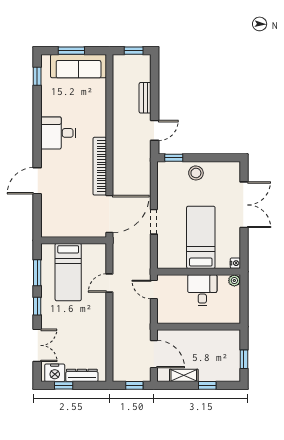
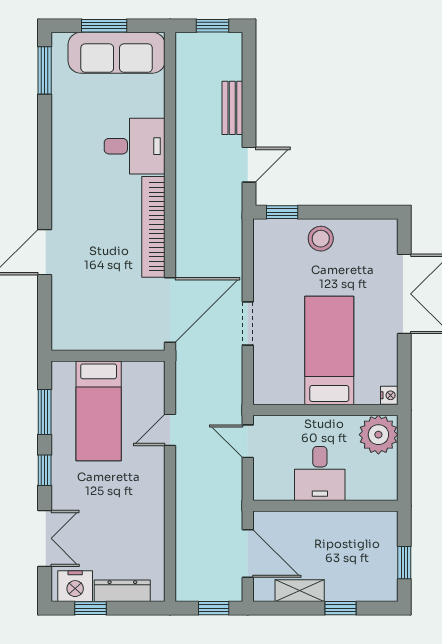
window: (37, 76) -> (45, 70), width x1.50
desk: (58, 133) -> (135, 146), moved, turned 180
plant: (234, 281) -> (378, 435), width x1.88, depth x1.88
desk: (202, 290) -> (320, 474), moved, turned 180

